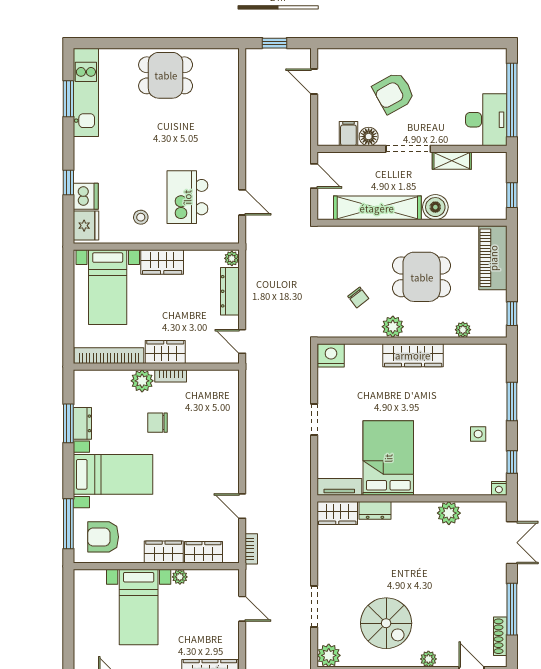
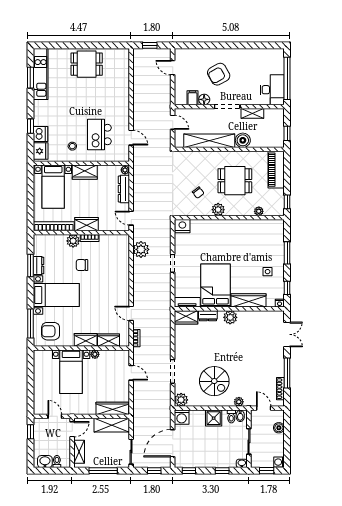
wardrobe: (413, 355) -> (248, 300), moved, turned 180
plant: (259, 396) -> (141, 249), added
plant: (449, 513) -> (230, 317), moved

